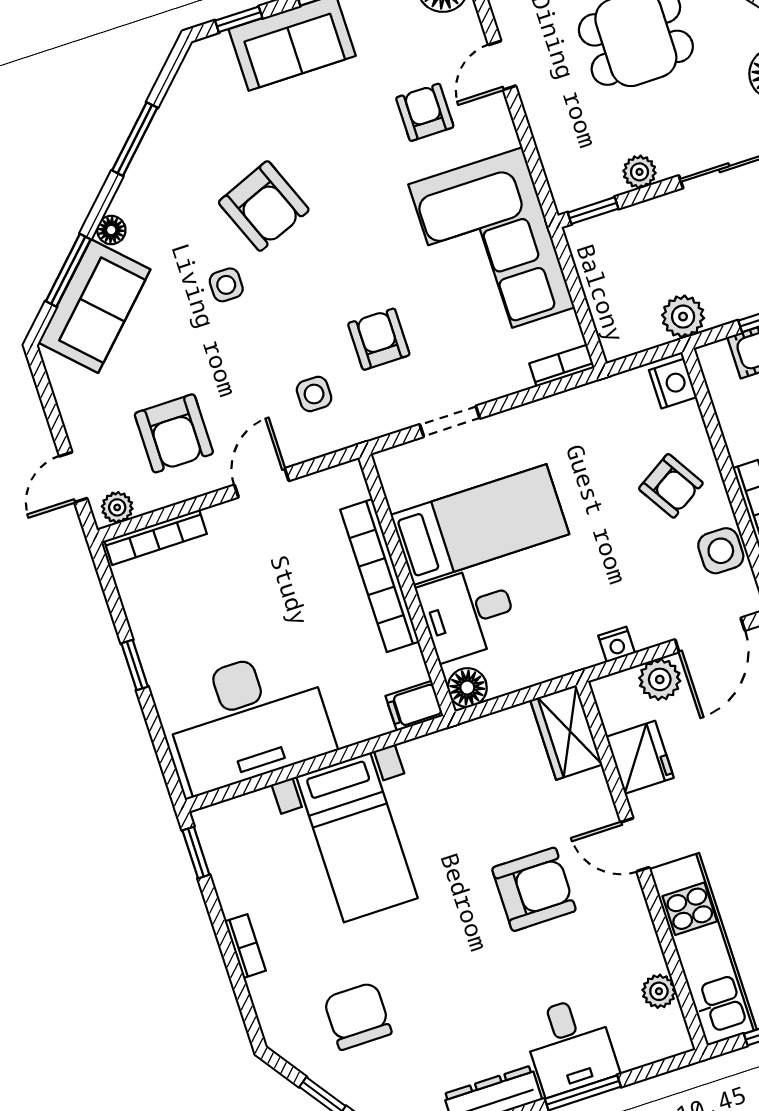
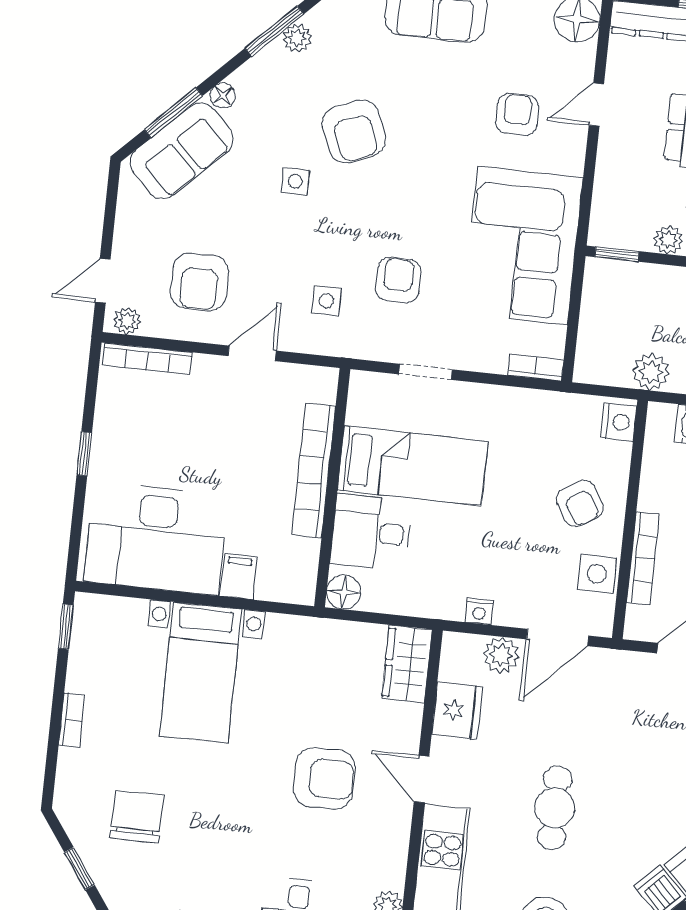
plant: (162, 136) -> (297, 38), added
filing cabinet: (414, 706) -> (239, 576), moved, turned 90

